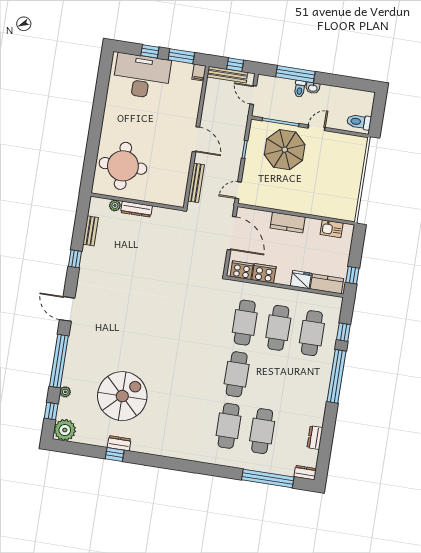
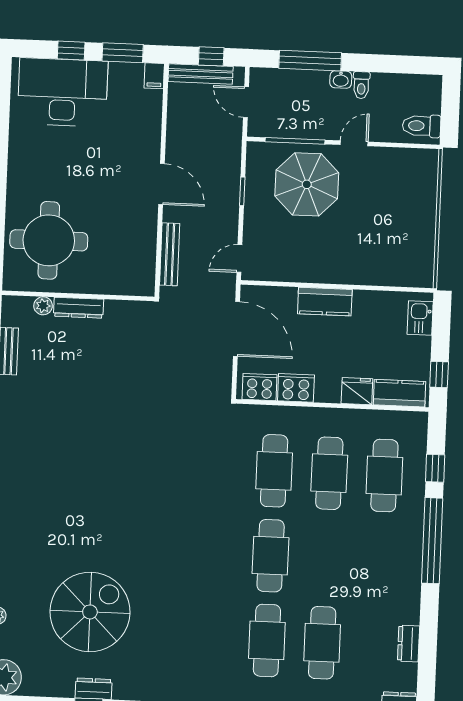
toilet: (300, 89) -> (361, 85), moved
kitchen sink: (332, 229) -> (420, 318), moved, turned 90

